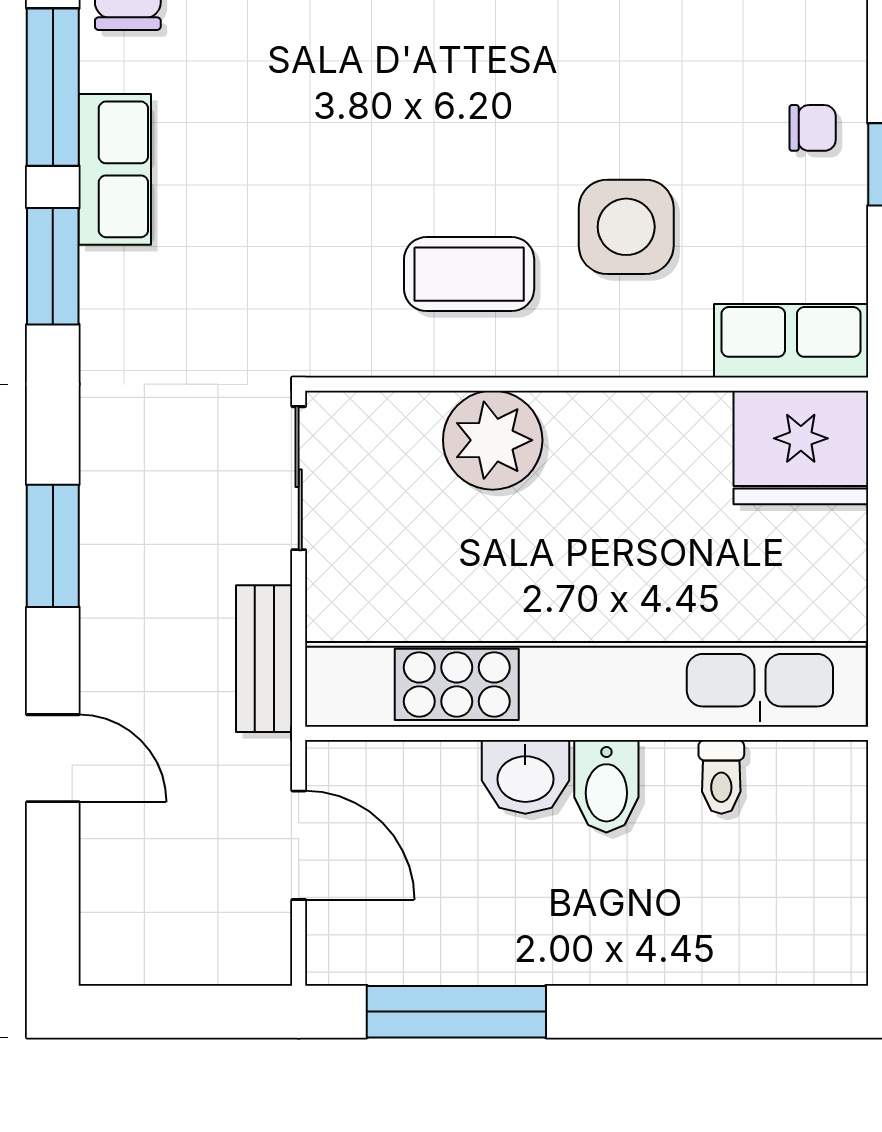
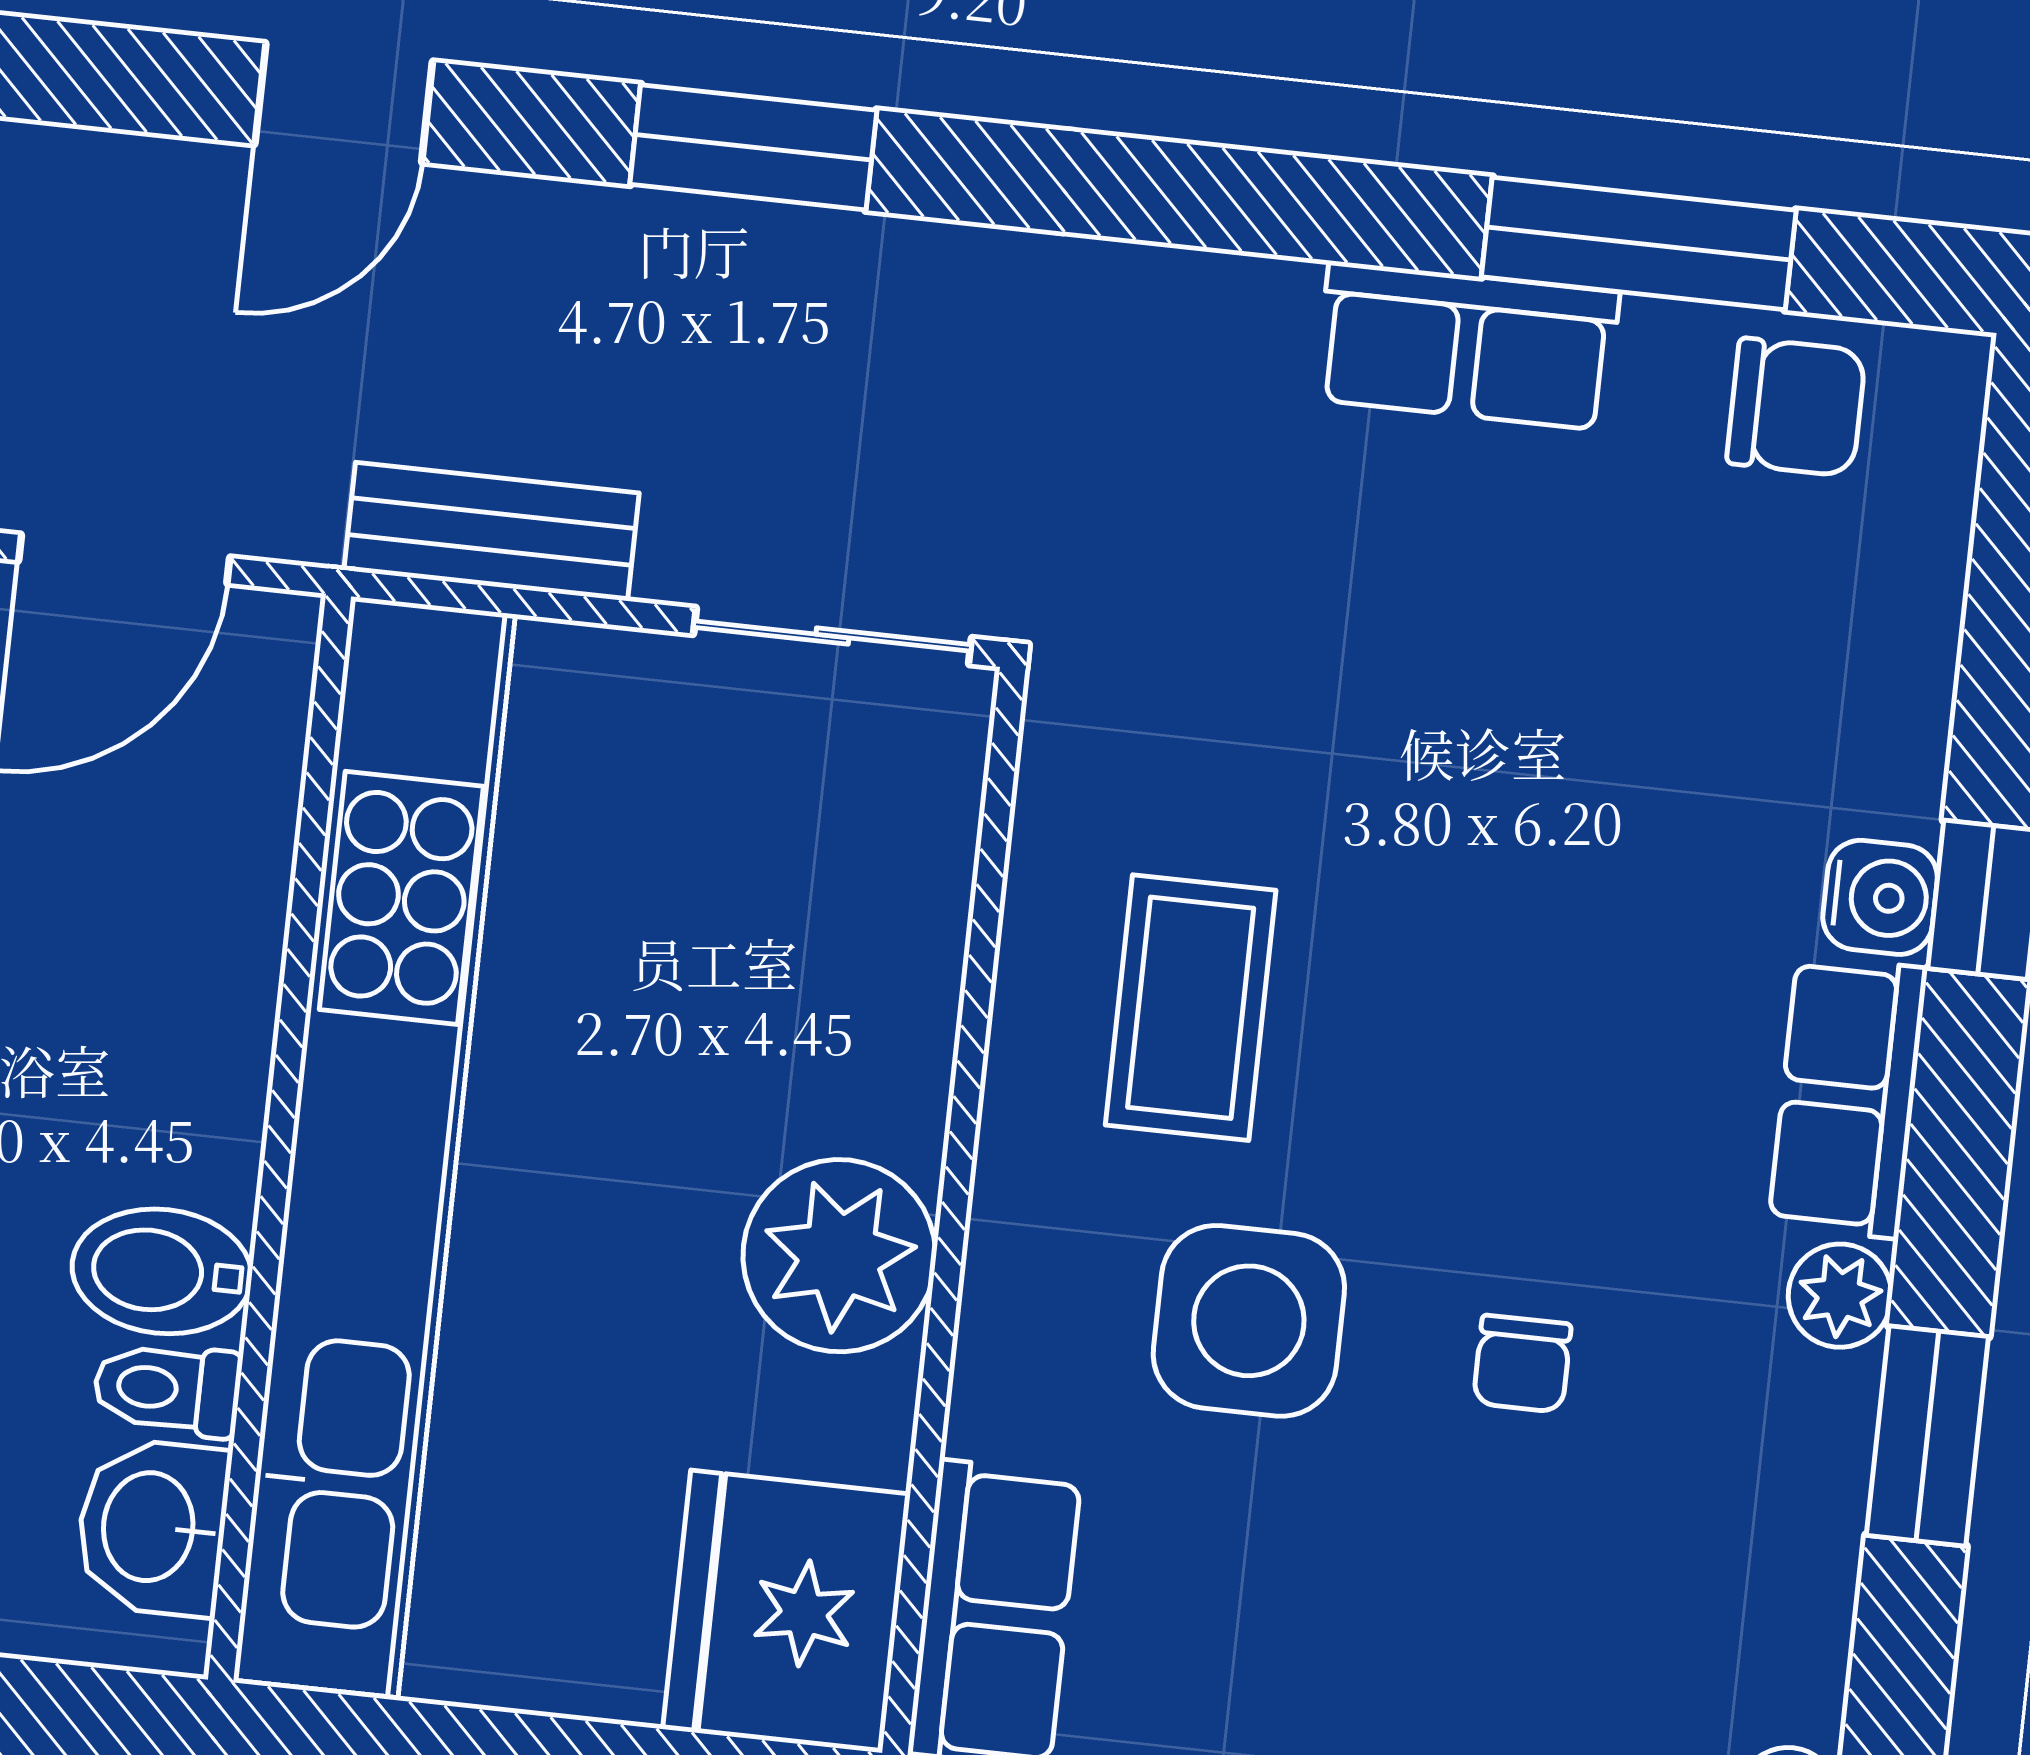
chair: (813, 128) -> (1522, 1364), moved
window: (53, 266) -> (1293, 206), removed
plant: (493, 440) -> (839, 1256), moved
washbasin: (525, 777) -> (152, 1527), moved
bidet: (606, 786) -> (162, 1271), moved

